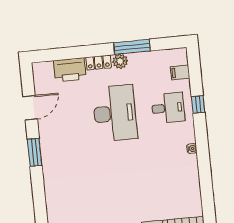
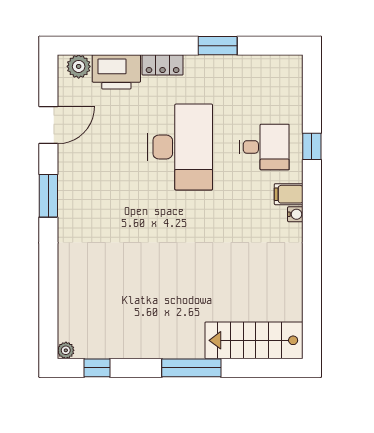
window: (132, 47) -> (218, 46), width x0.69
plant: (120, 61) -> (79, 66), moved
filing cabinet: (180, 72) -> (289, 194), moved

